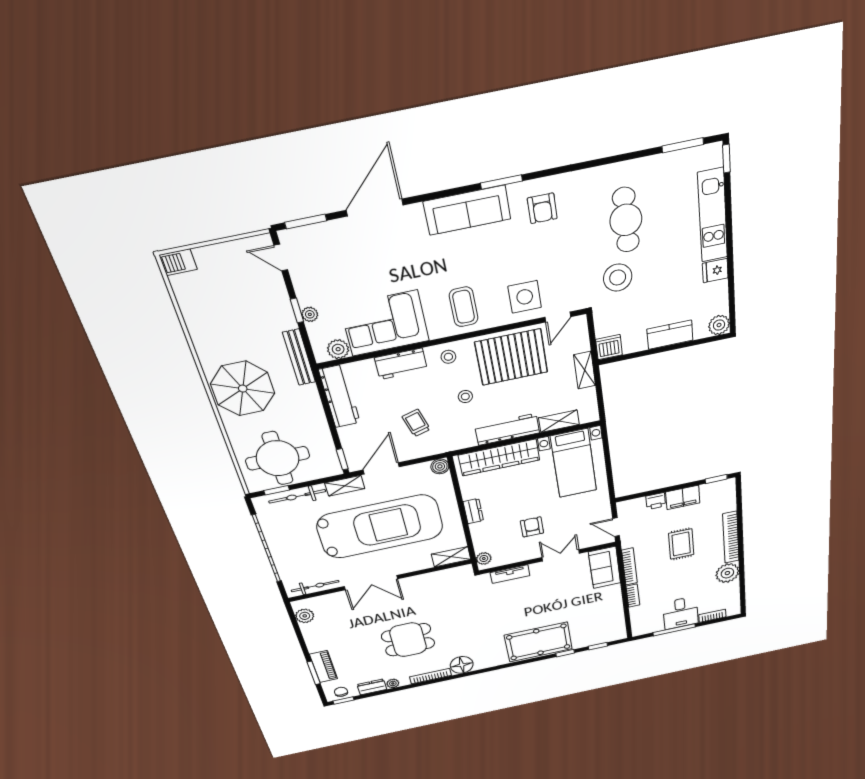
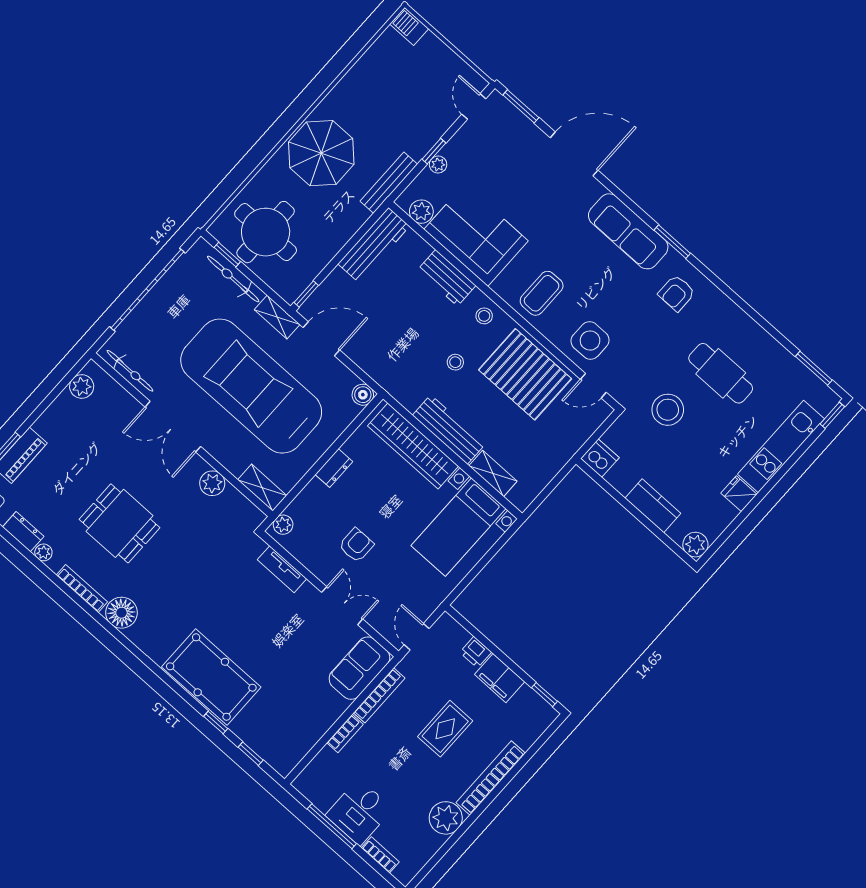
cafe table: (626, 220) -> (721, 373), turned 90
shelving: (585, 370) -> (561, 454), removed
trolley: (416, 423) -> (395, 336), removed
car: (380, 527) -> (251, 386), turned 180
plant: (425, 581) -> (212, 483), added

